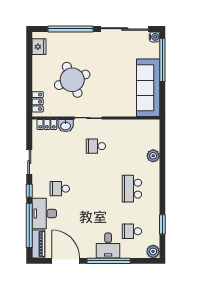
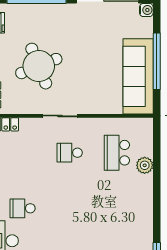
window: (162, 60) -> (157, 61), moved
washbasin: (66, 126) -> (30, 126), removed
school desk: (132, 189) -> (117, 153), moved

